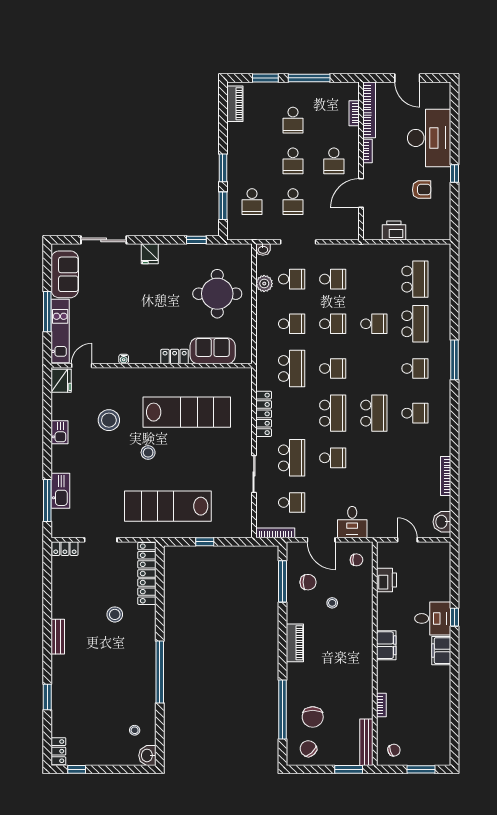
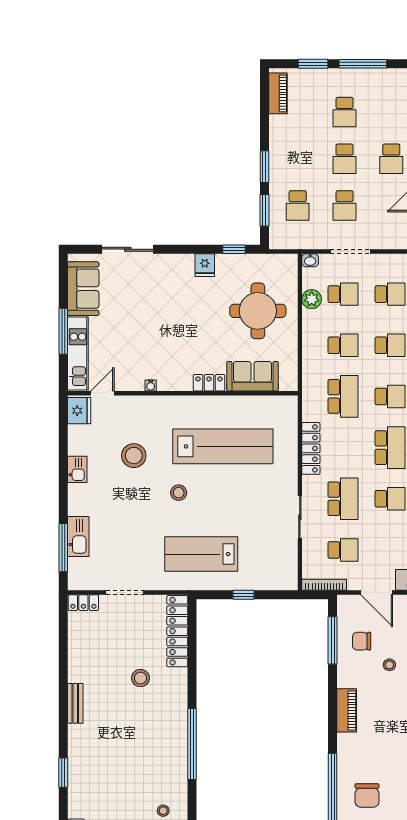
fridge: (150, 254) -> (205, 265), moved
lab bench: (168, 506) -> (201, 554), width x0.73
chair: (308, 582) -> (362, 641), turned 180

